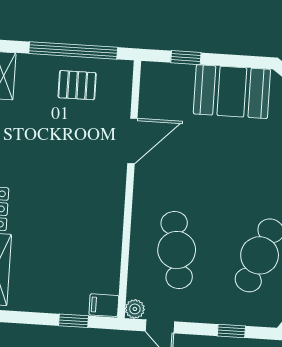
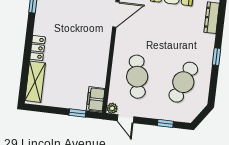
filing cabinet: (104, 305) -> (96, 99), width x2.00

